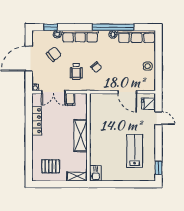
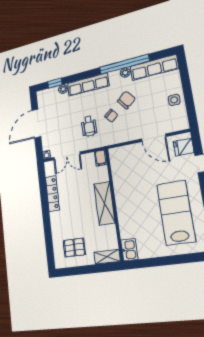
chair: (54, 54) -> (126, 100), moved
filing cabinet: (70, 99) -> (101, 158), moved
lab bench: (135, 151) -> (176, 213), width x1.36, depth x1.39

